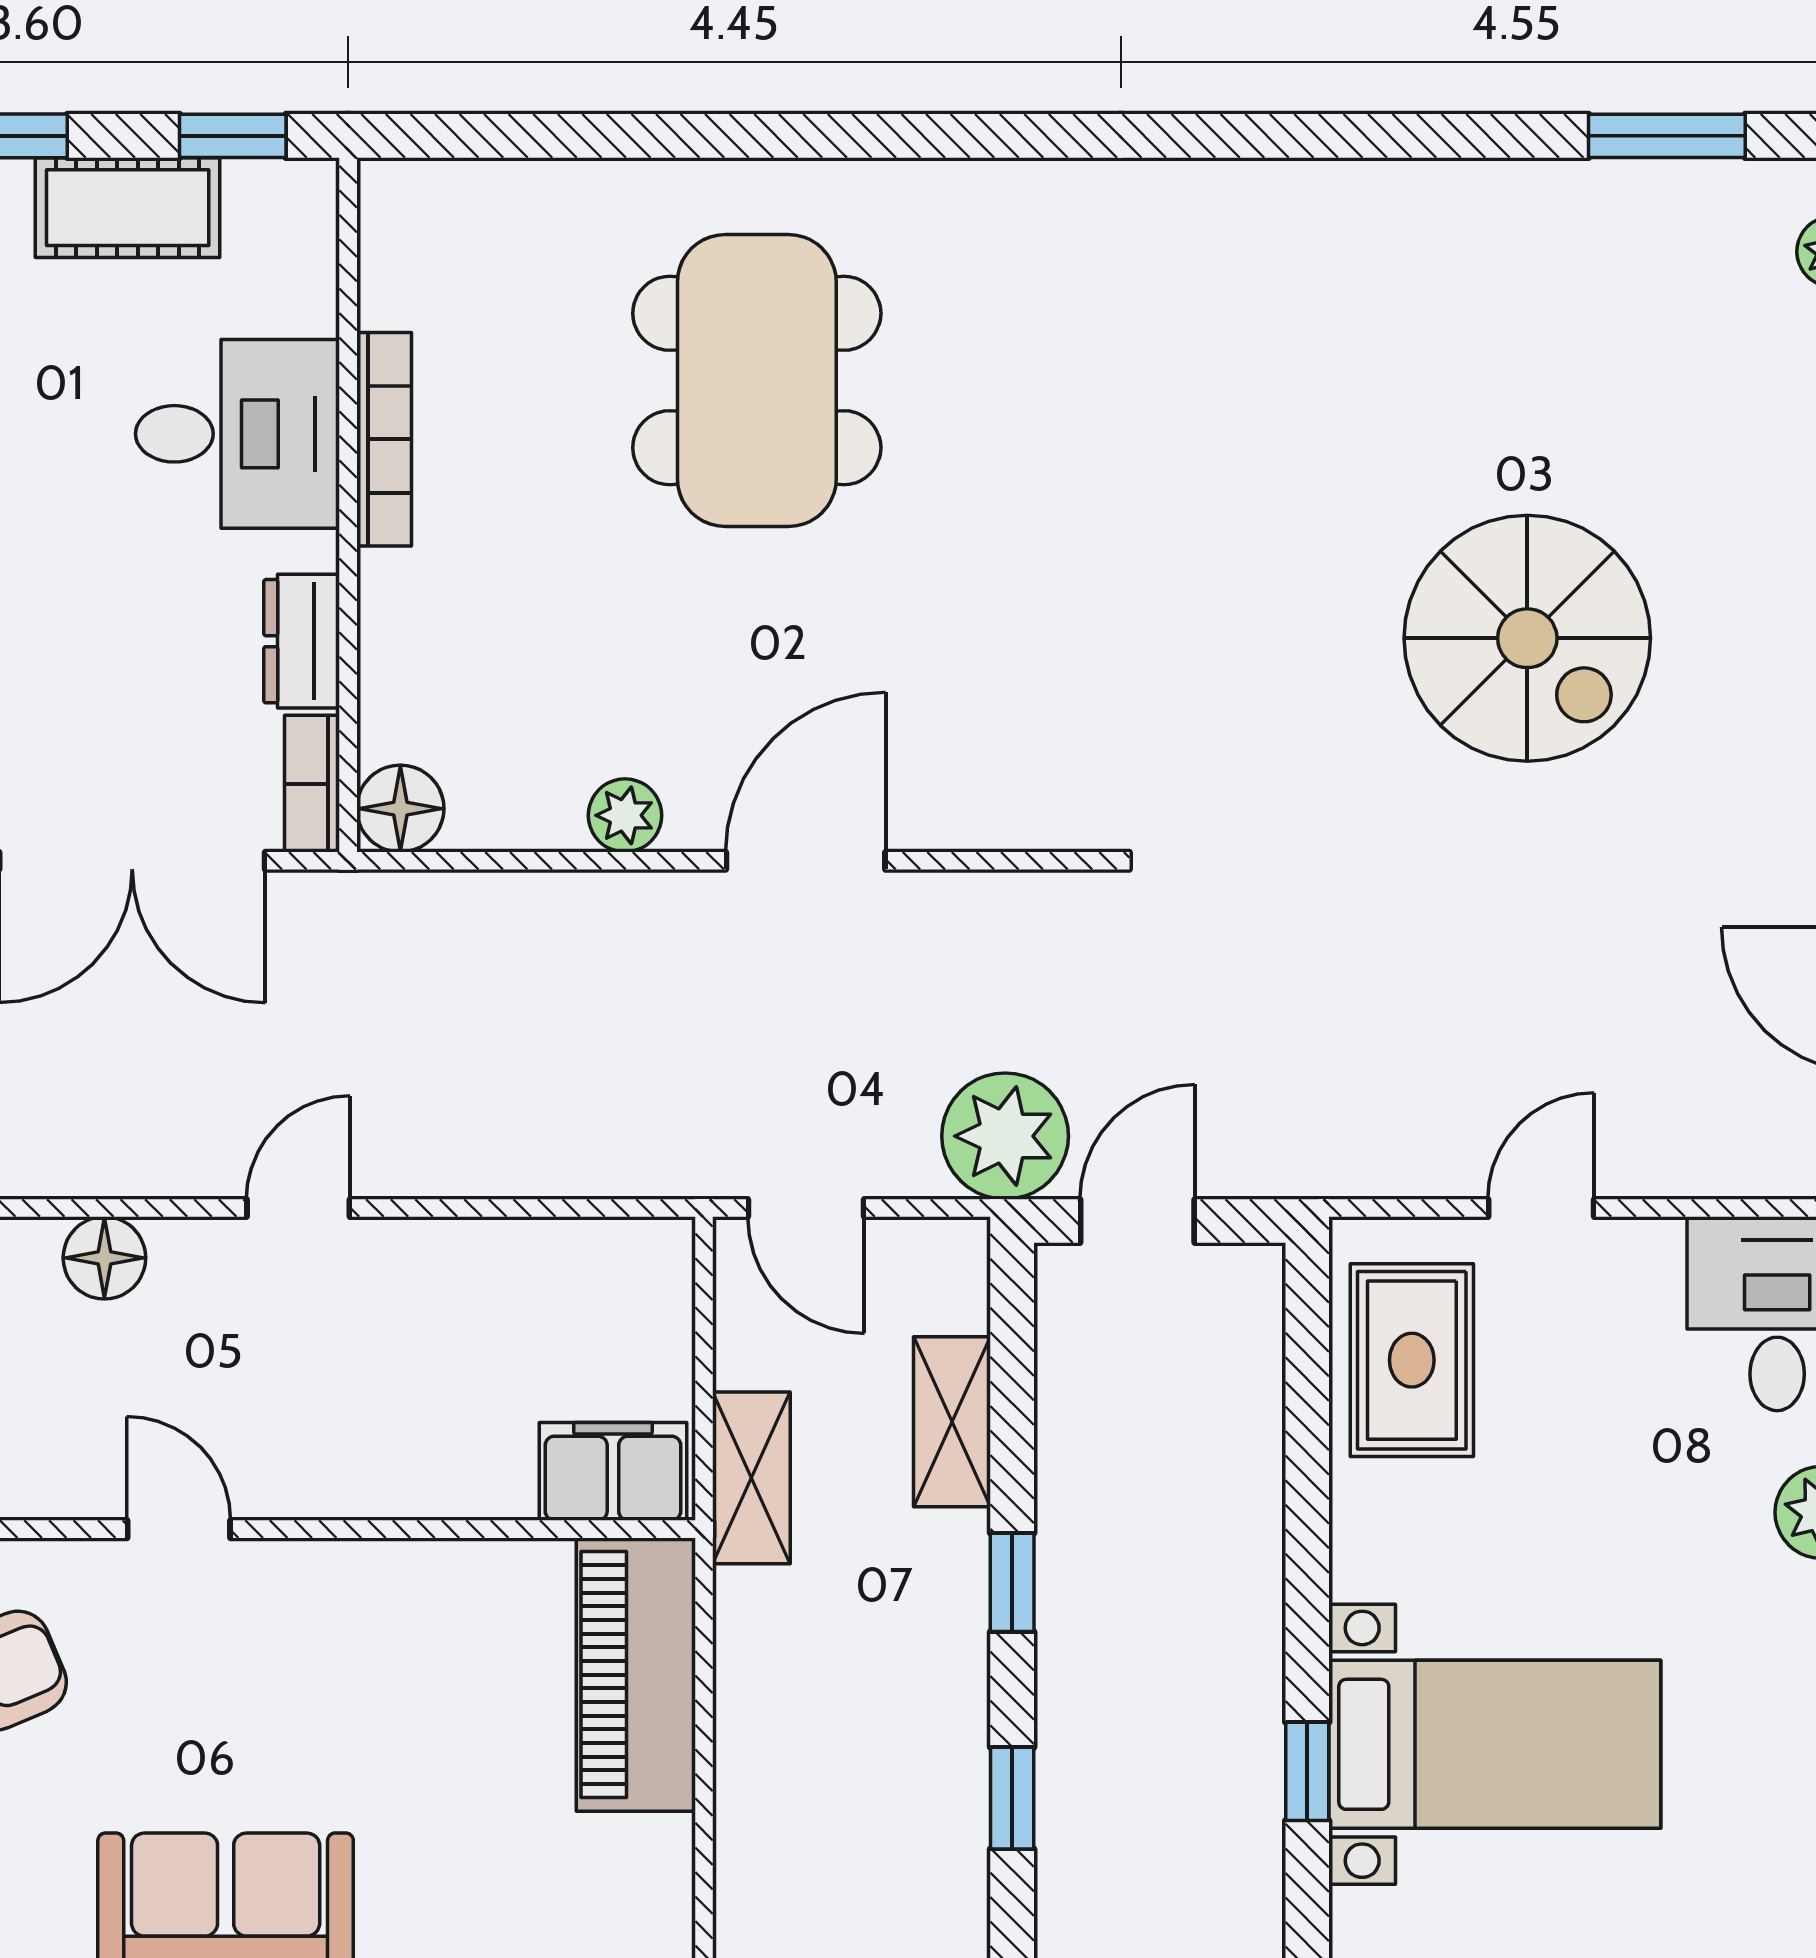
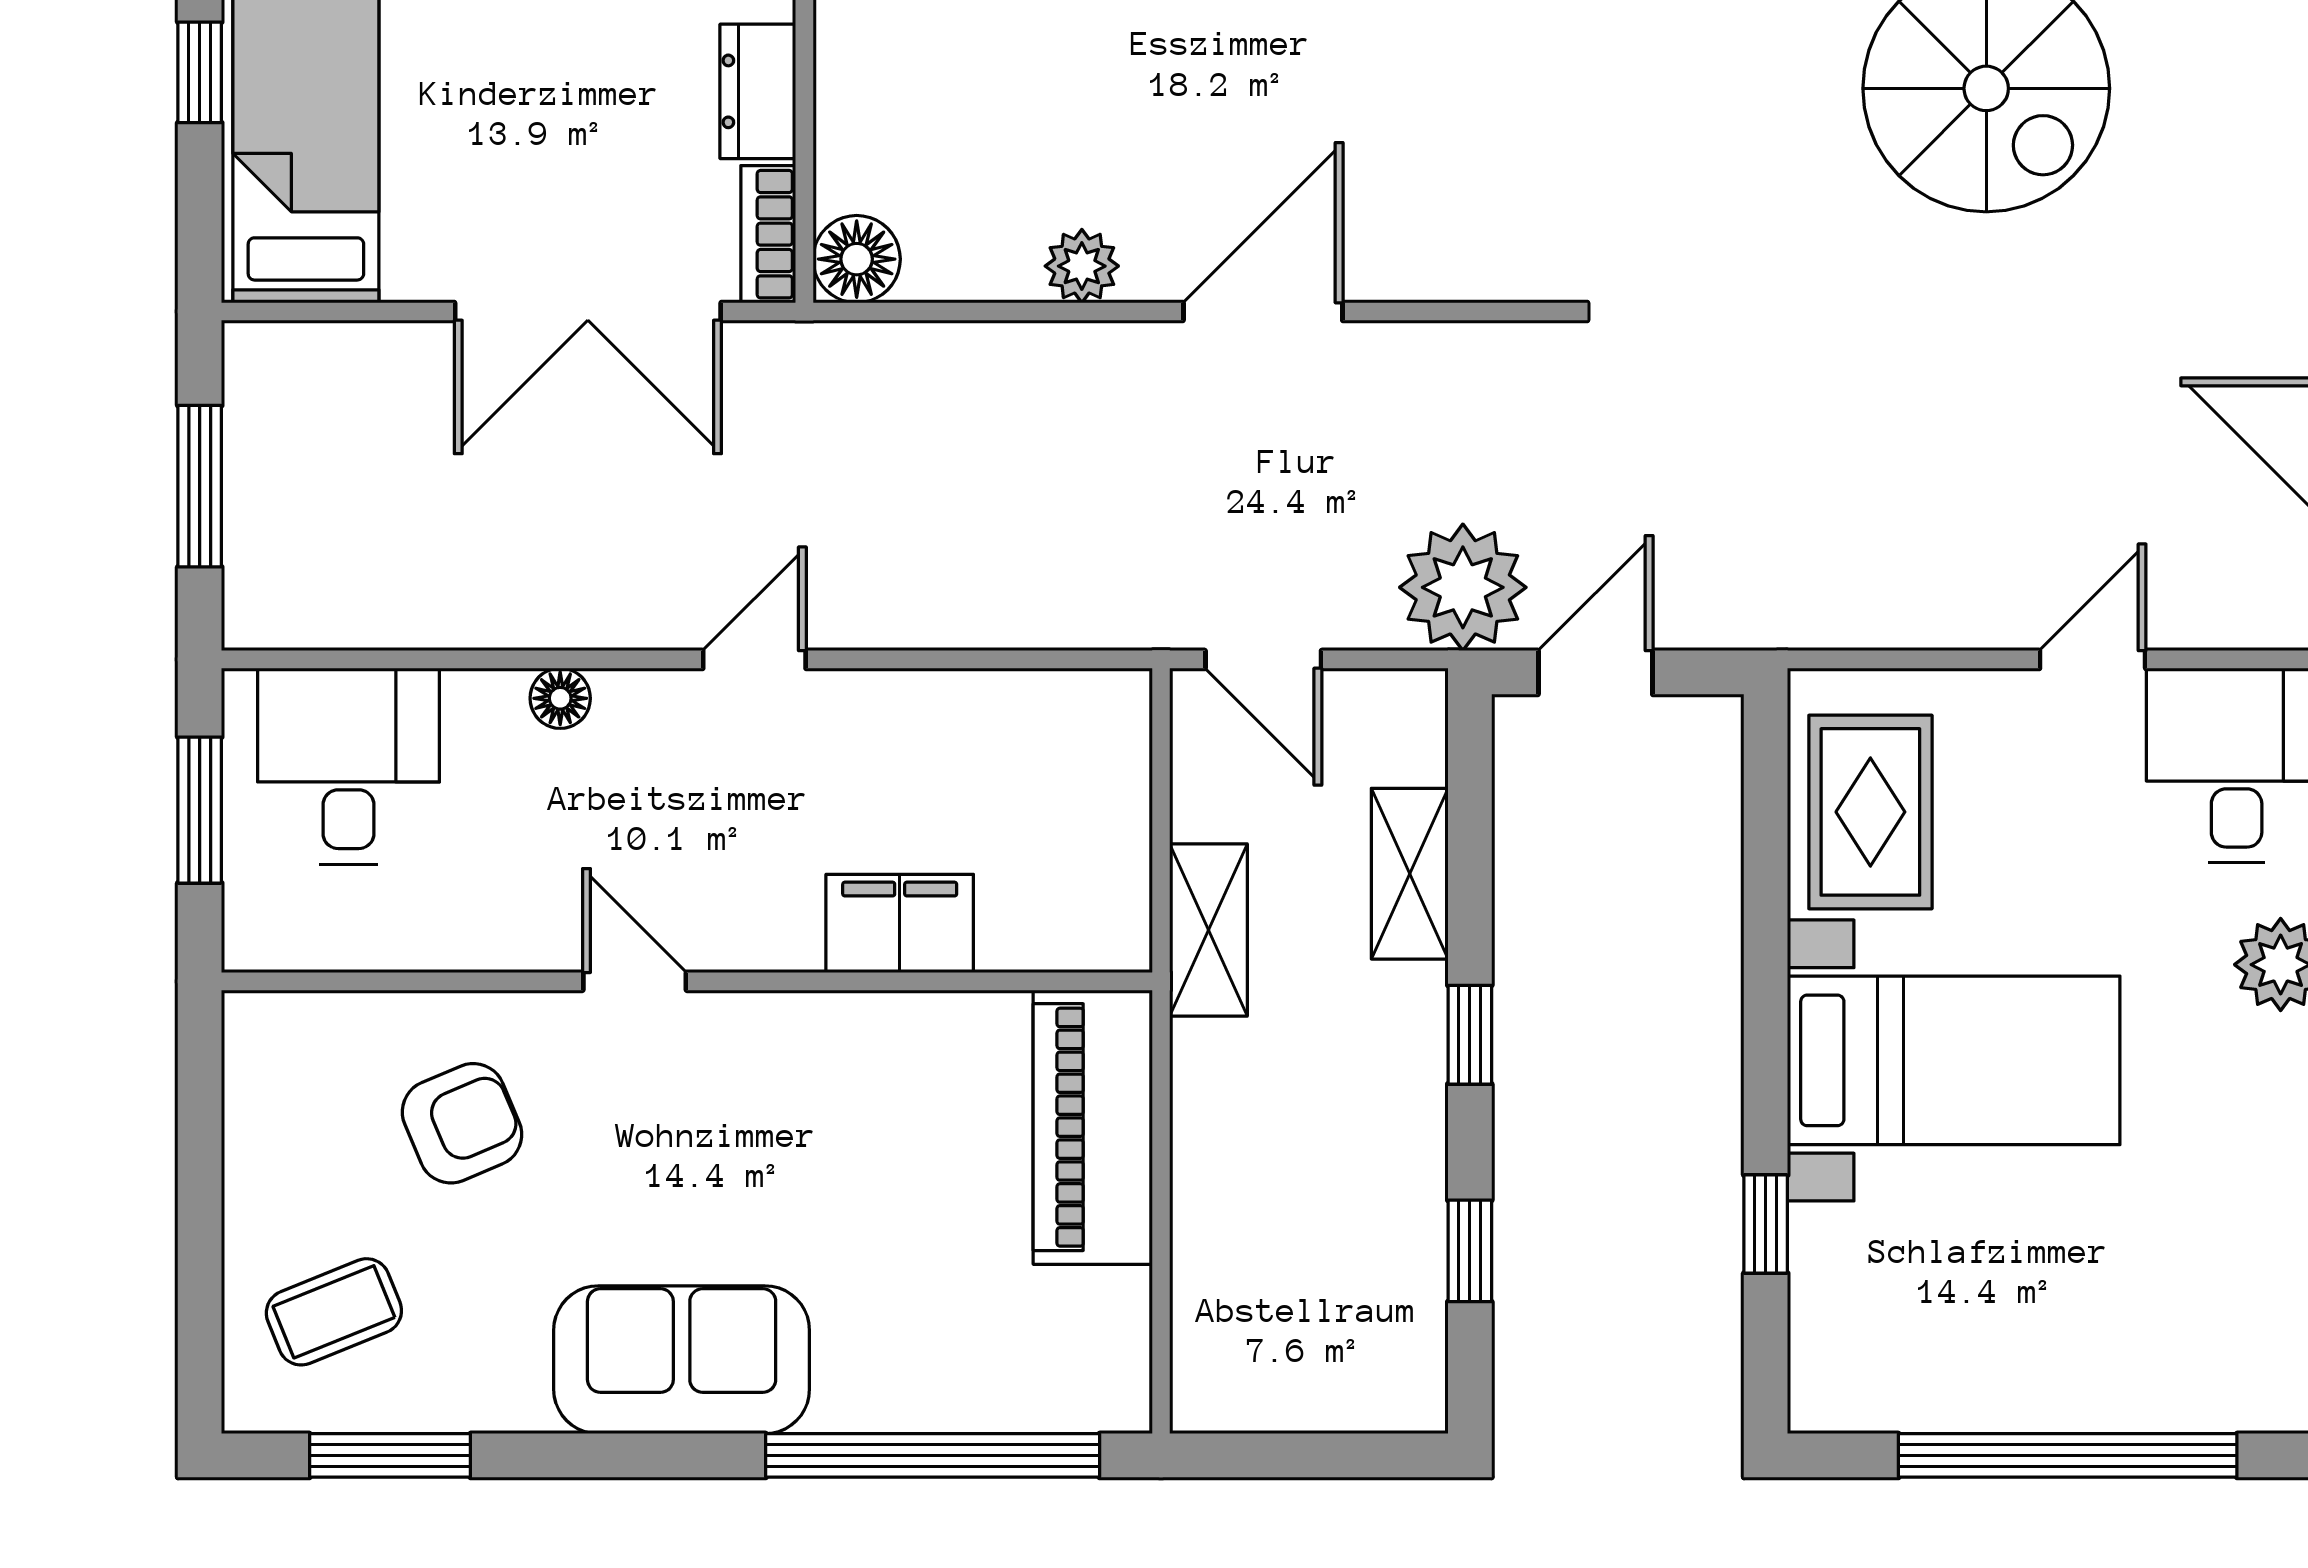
door: (1541, 1208) -> (2093, 659), moved
floor lamp: (104, 1258) -> (560, 698), width x0.73, depth x0.73
filing cabinet: (613, 1471) -> (900, 923), moved
bed with nightstands: (1495, 1744) -> (1954, 1060), moved

